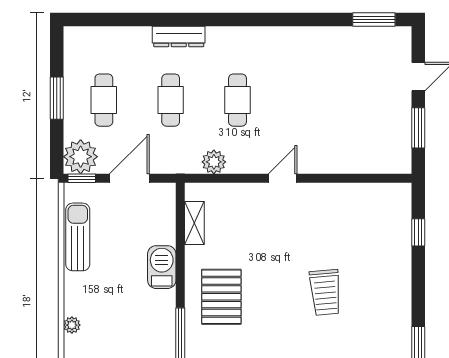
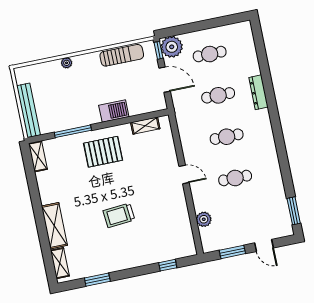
window: (57, 98) -> (205, 25), removed
cafe table: (304, 100) -> (235, 178), added
plant: (214, 162) -> (204, 219), moved

